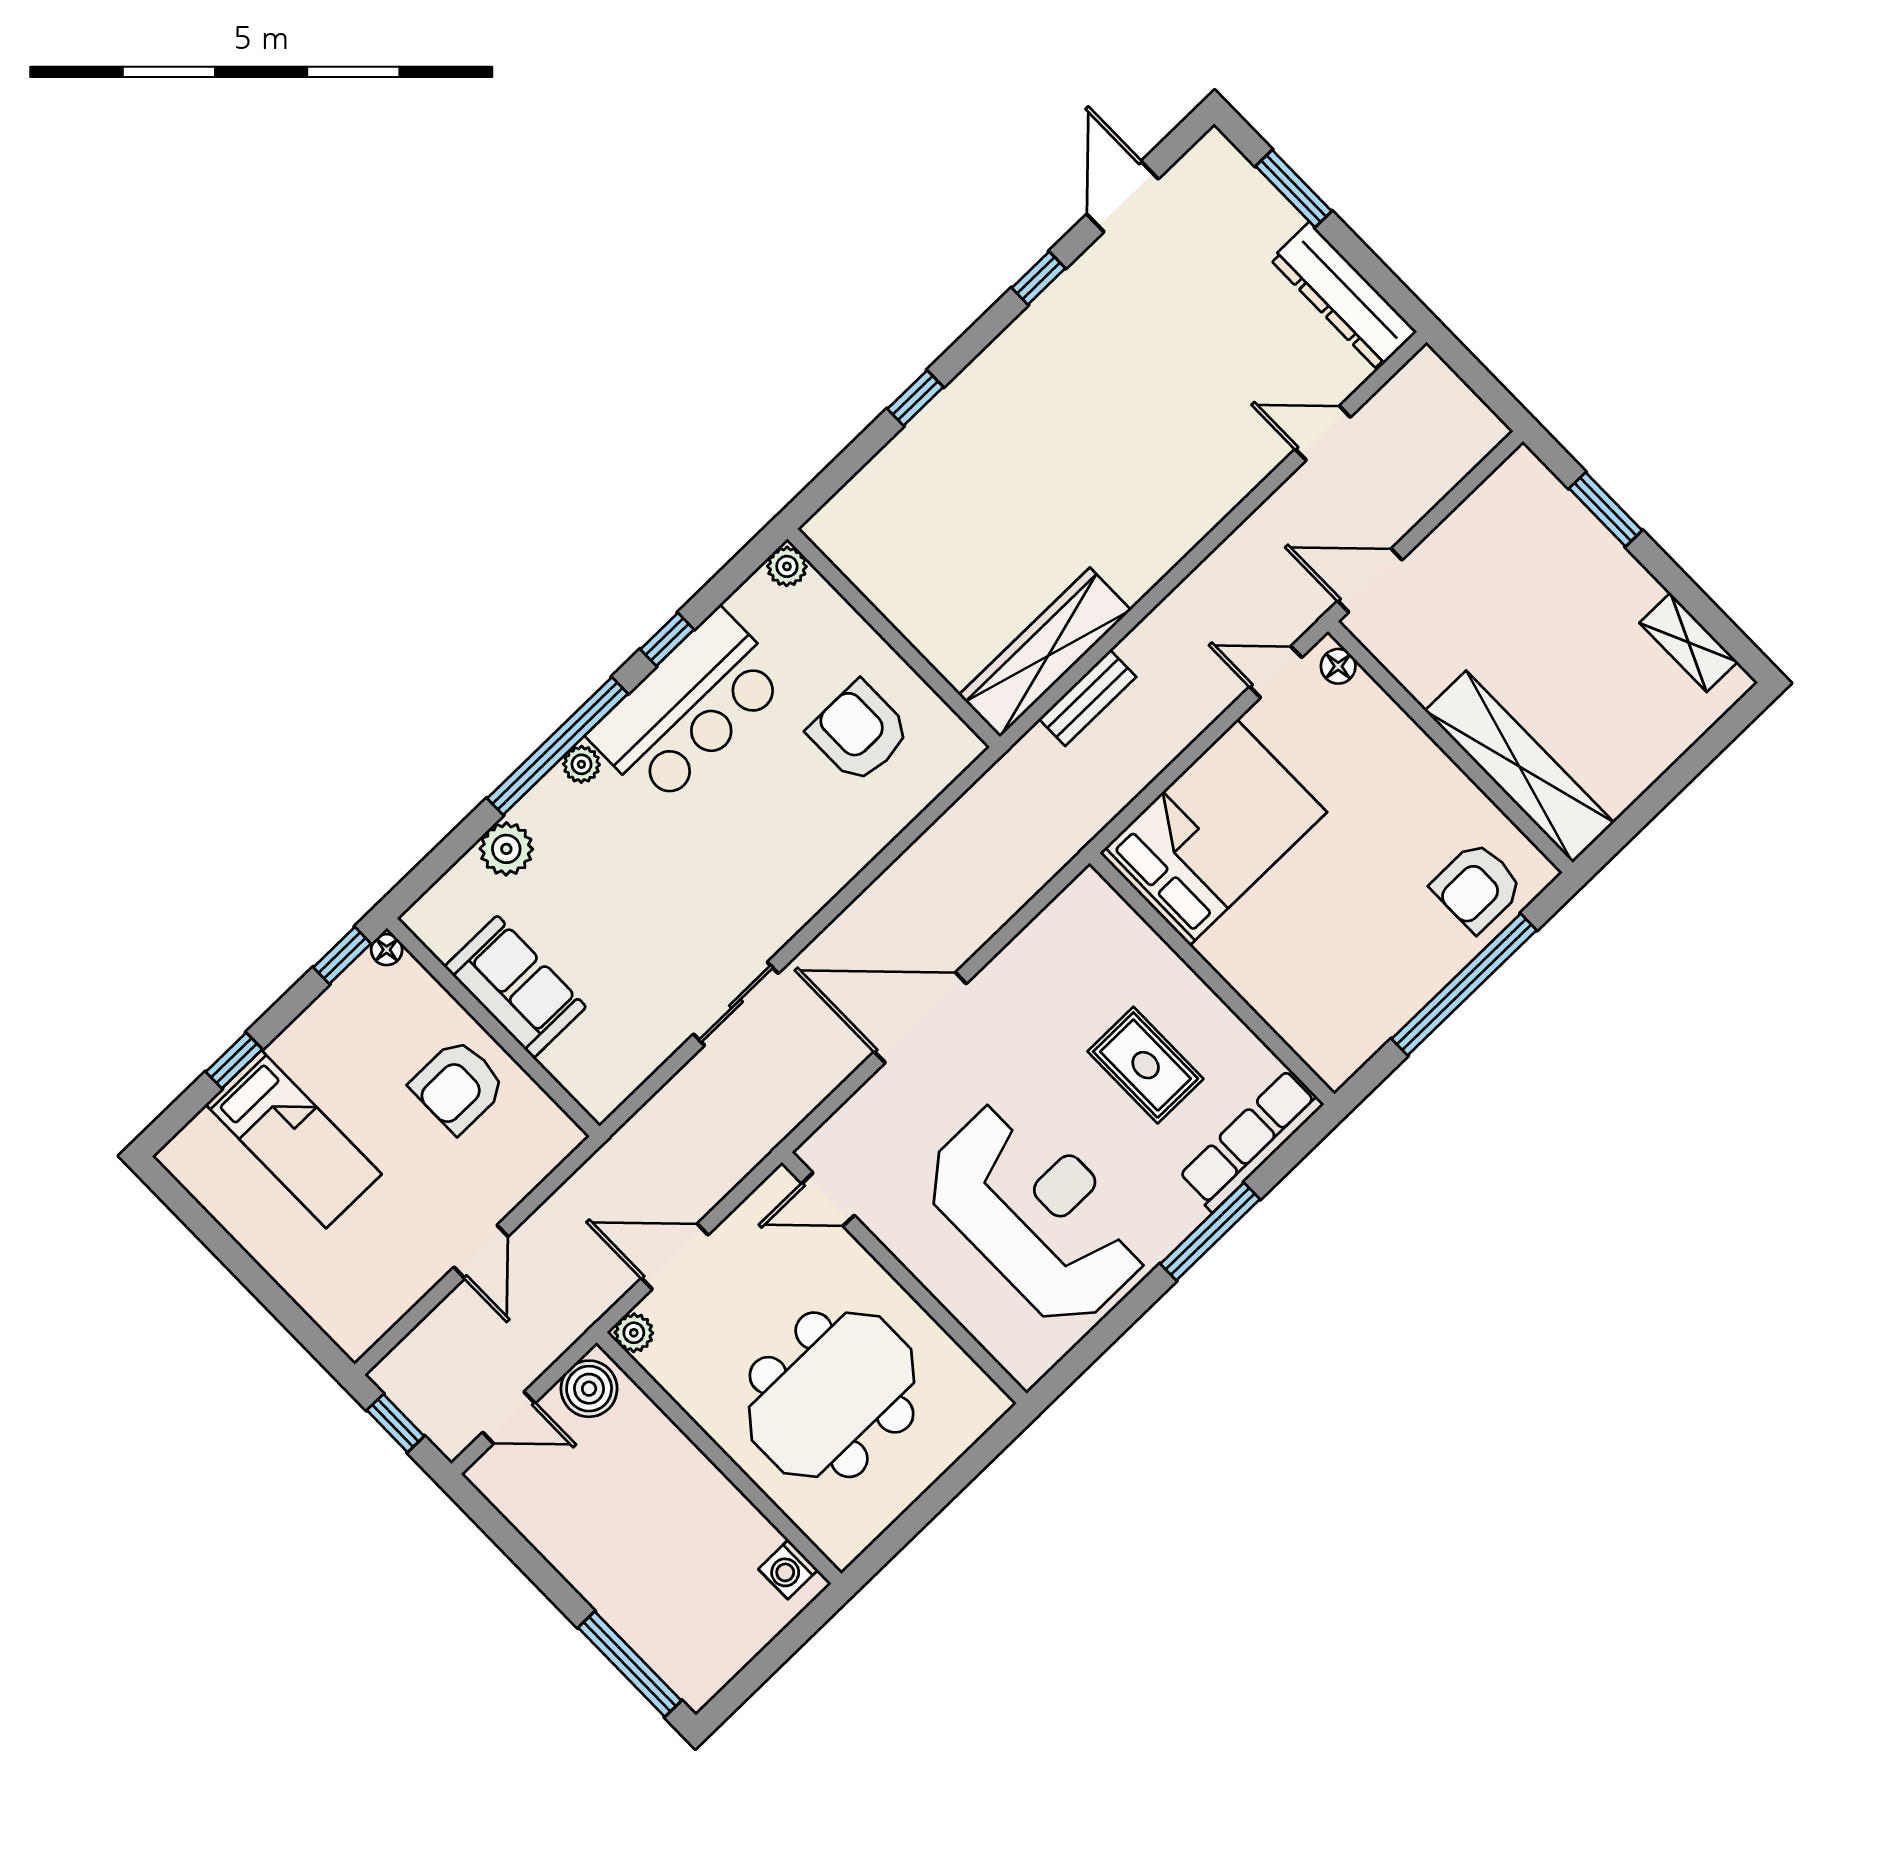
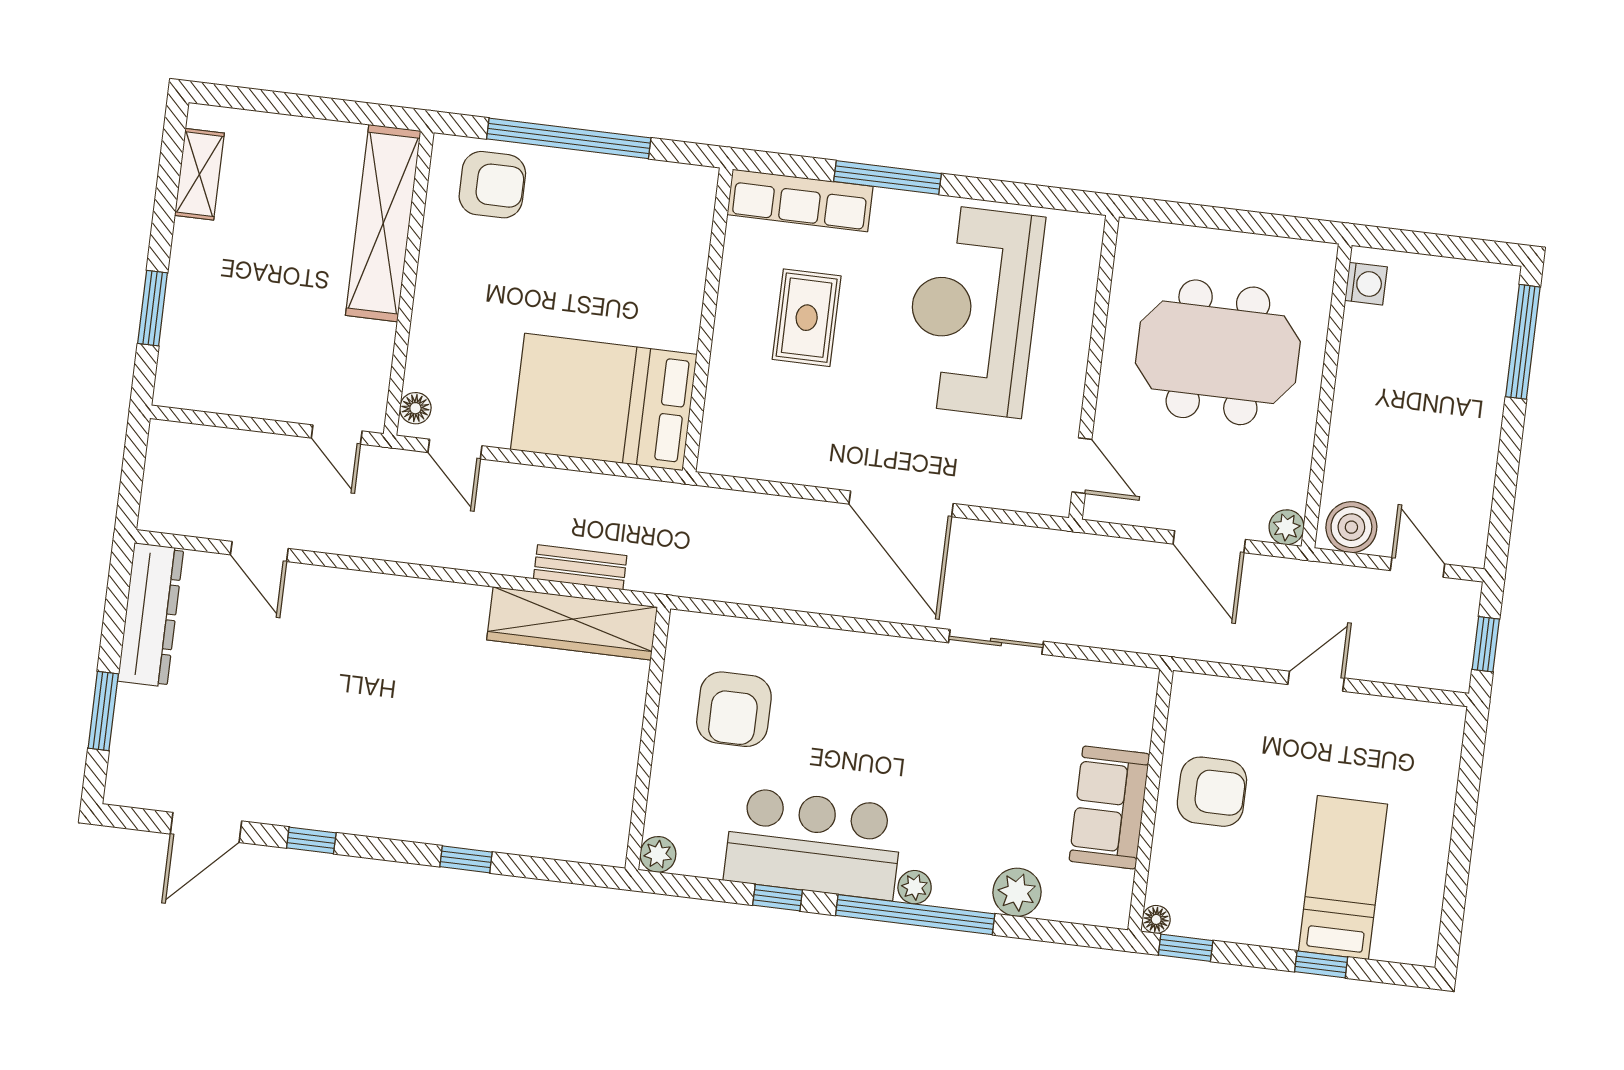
door: (1370, 580) -> (337, 435), width x0.73

